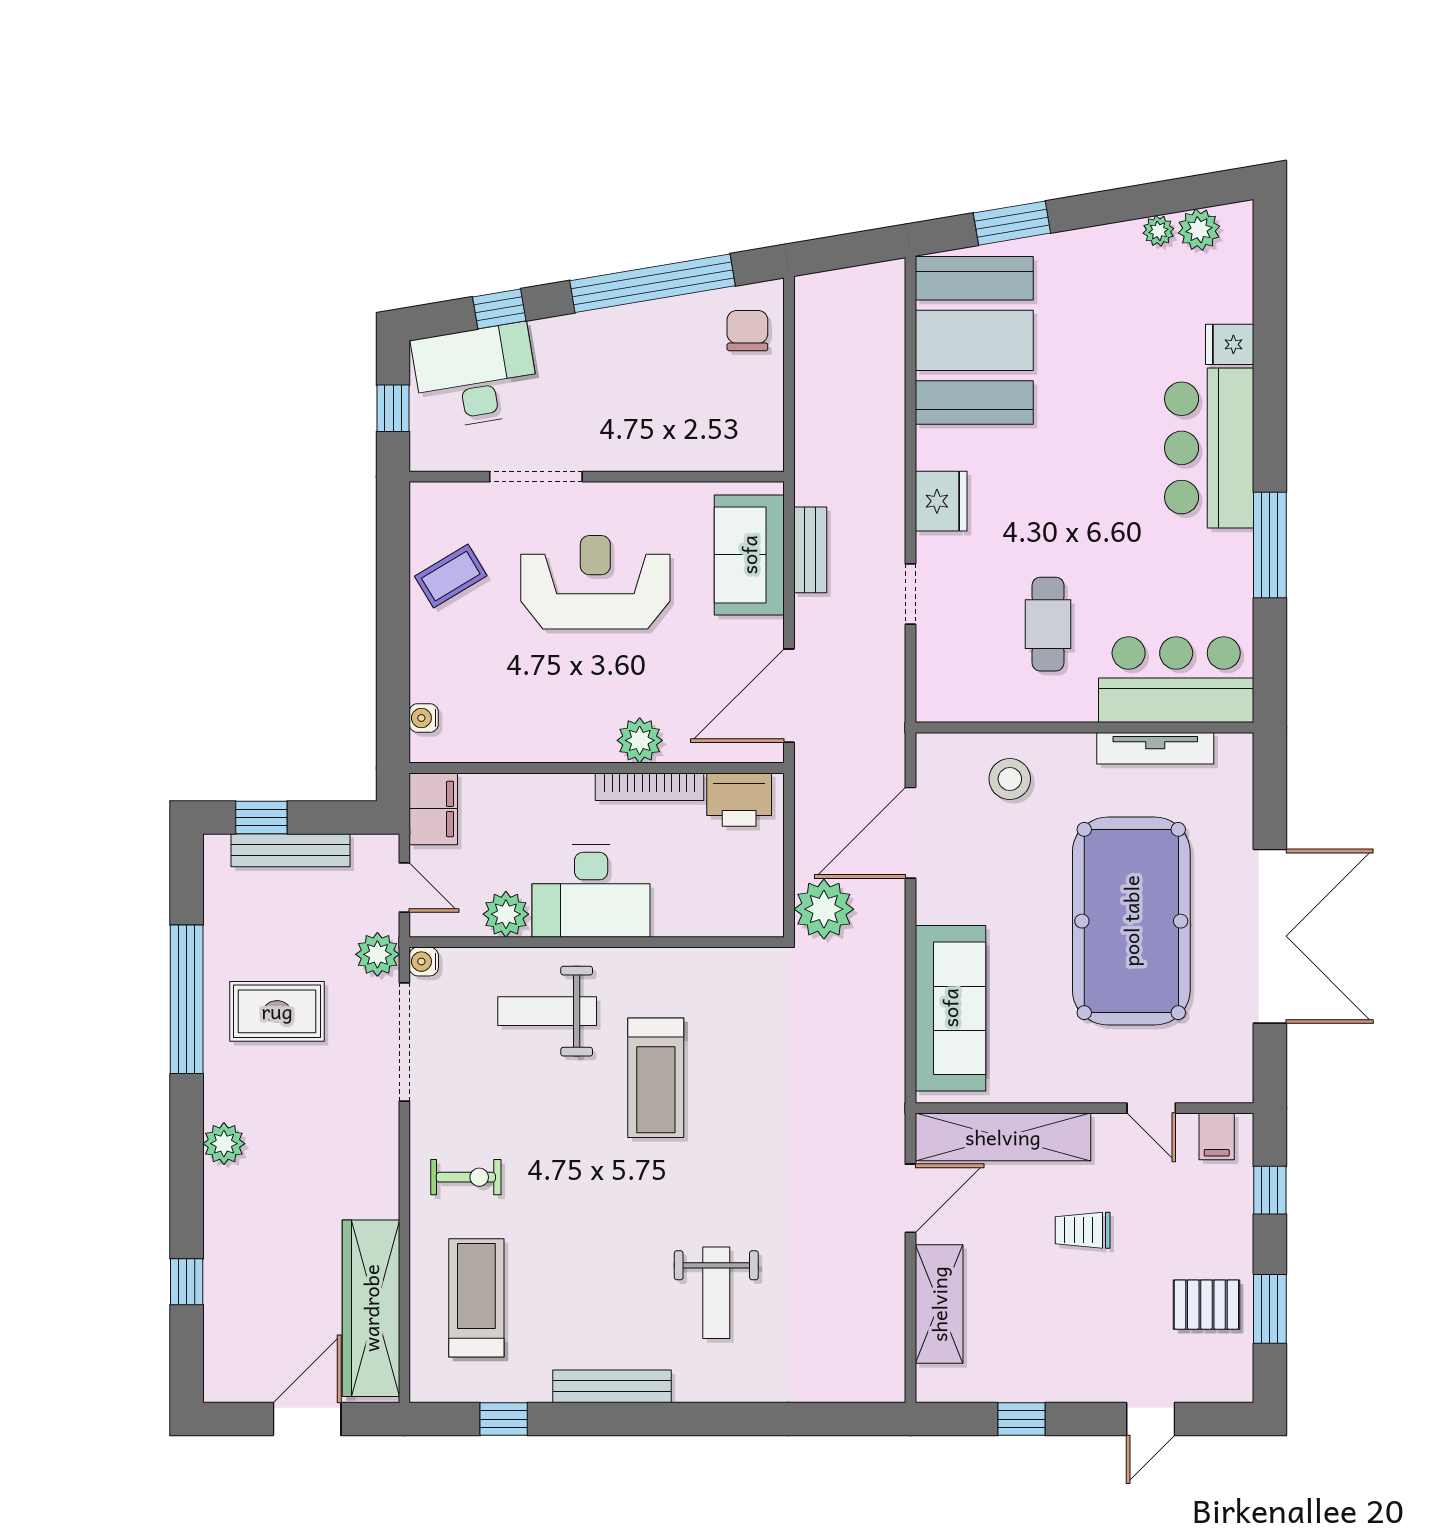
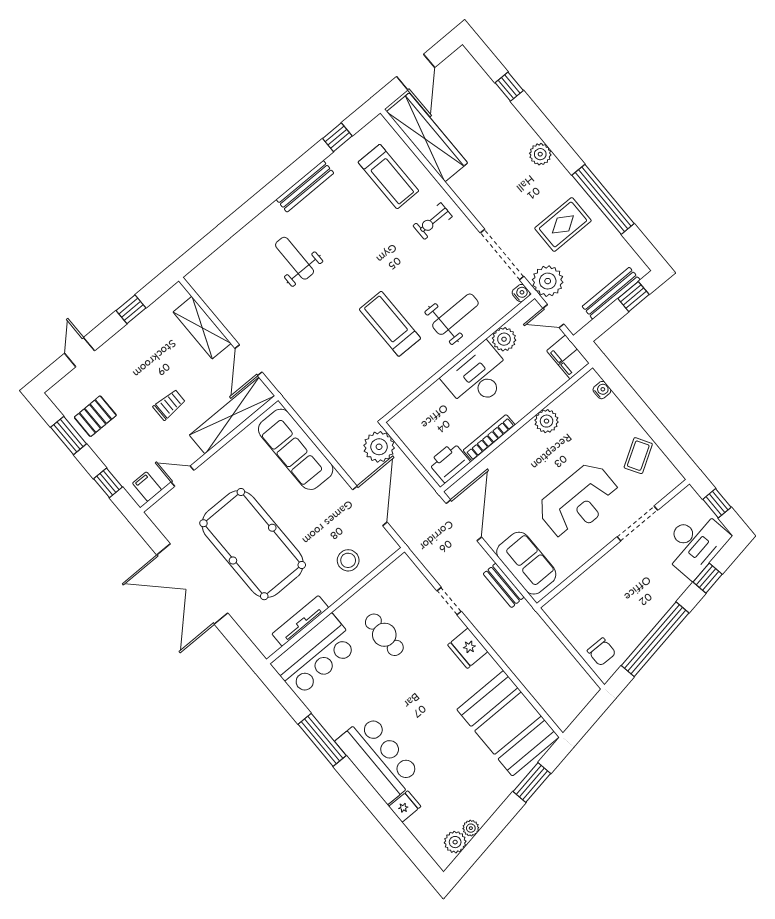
plant: (640, 740) -> (547, 421), moved
plant: (377, 954) -> (548, 281), width x1.36, depth x1.36

